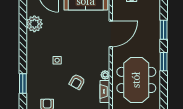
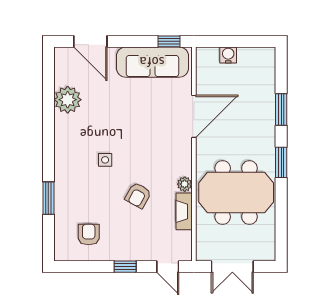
meeting table: (136, 80) -> (236, 192), turned 90

